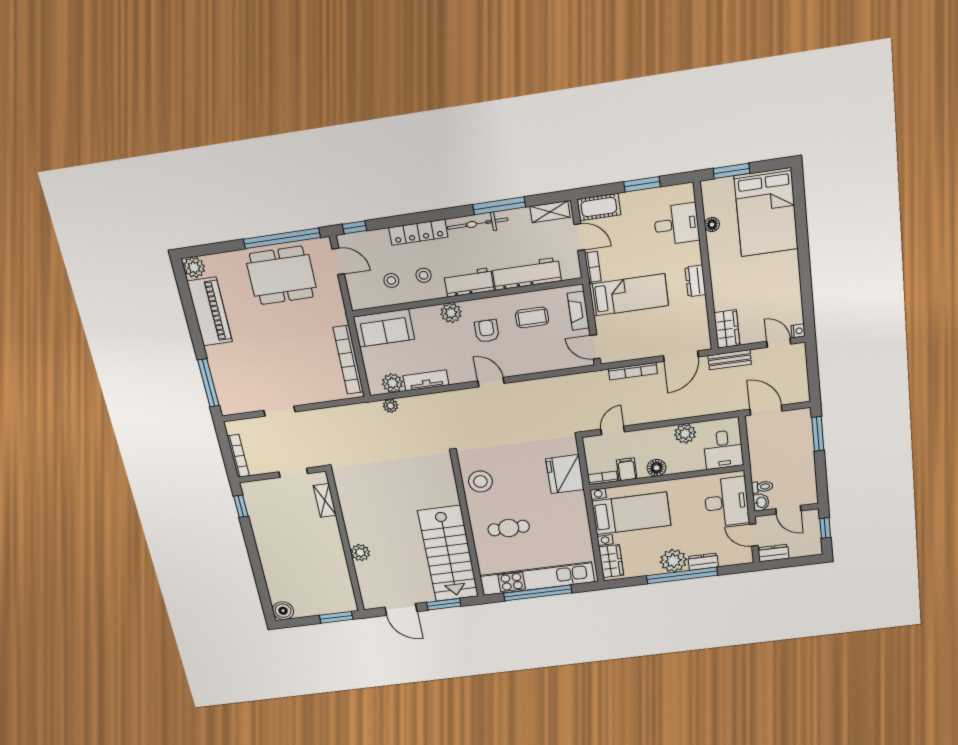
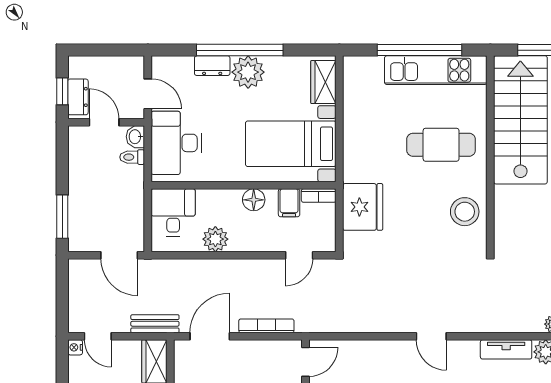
door: (595, 347) -> (306, 362), hinge flipped
cafe table: (509, 528) -> (441, 145), width x1.37, depth x1.35
dresser: (773, 553) -> (78, 97), moved, turned -90
kitchen unit: (537, 579) -> (436, 70), width x0.73

